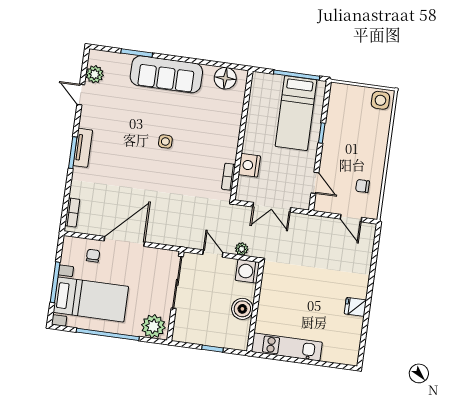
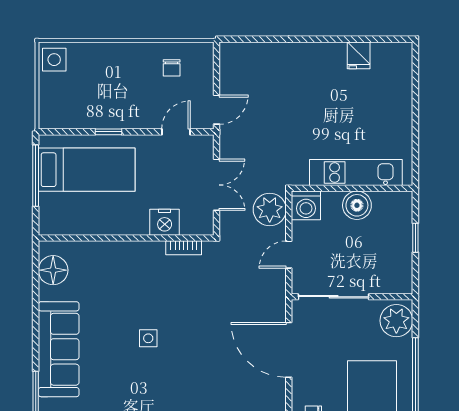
door: (351, 218) -> (216, 110), moved
door: (124, 241) -> (289, 350), moved
plant: (242, 249) -> (270, 209), width x1.87, depth x1.87
fridge: (355, 307) -> (359, 55), moved
kitchen unit: (287, 347) -> (356, 173), moved, turned 90

